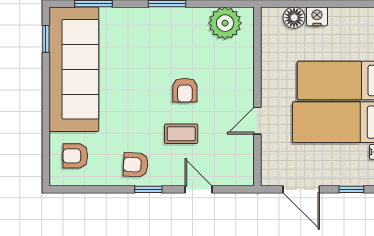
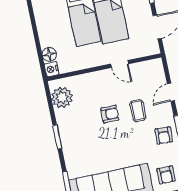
nightstand: (317, 16) -> (52, 69), moved

